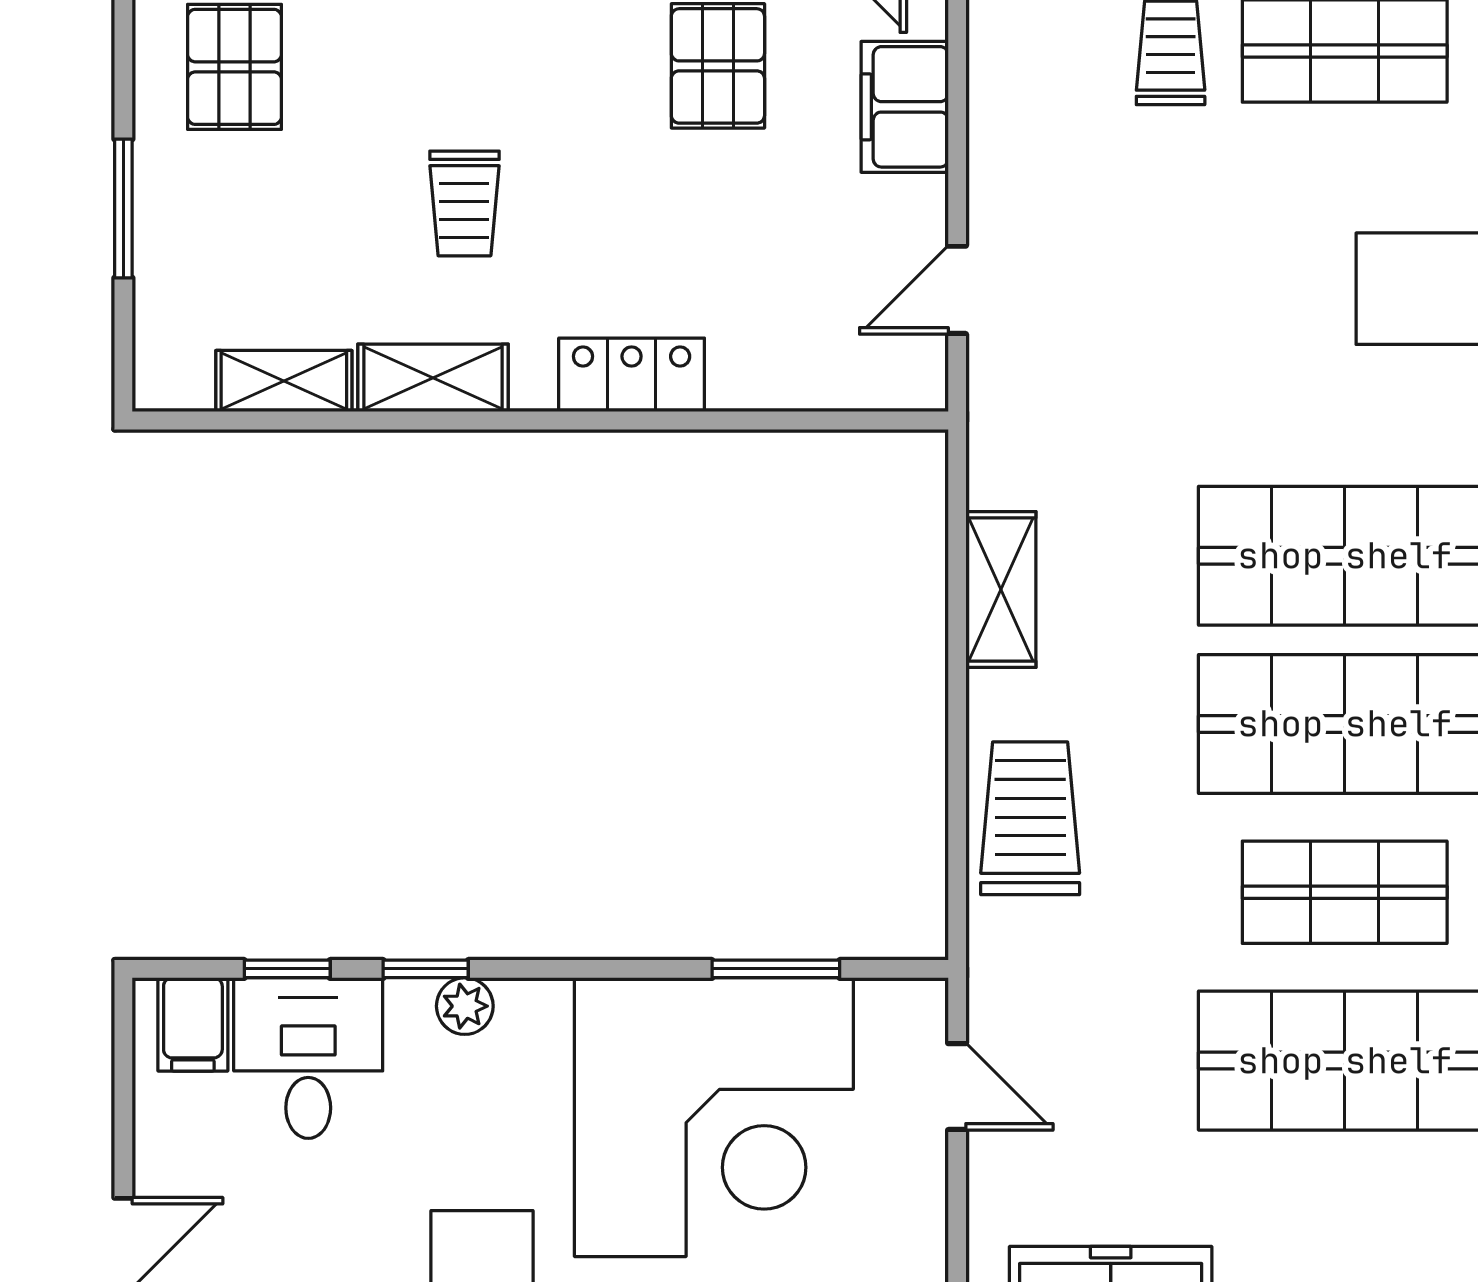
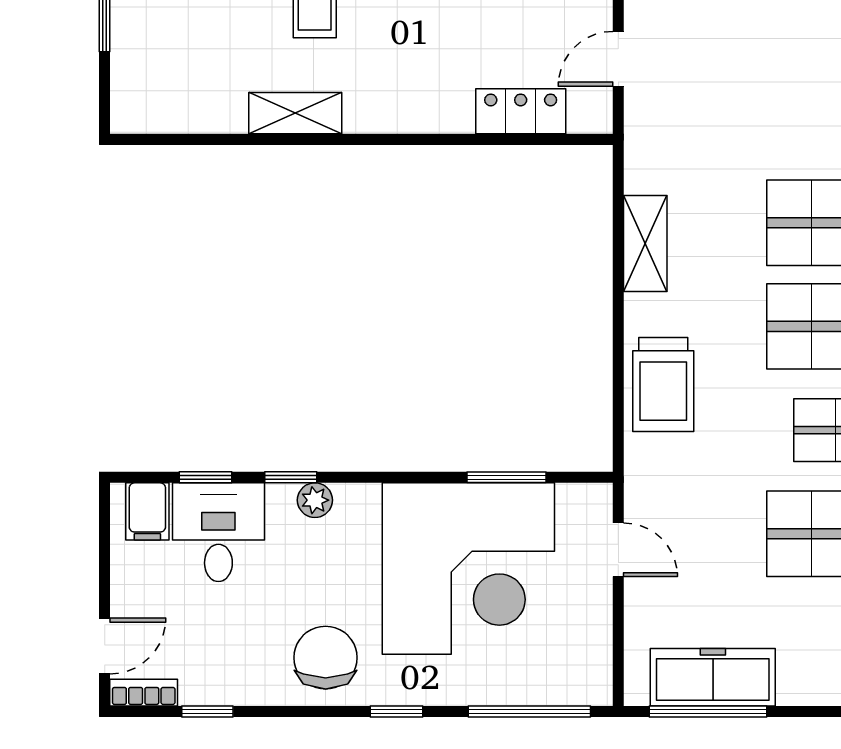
locker: (632, 375) -> (521, 111), moved
shelving: (284, 381) -> (203, 115), removed
trolley: (1030, 818) -> (663, 384), turned 180

